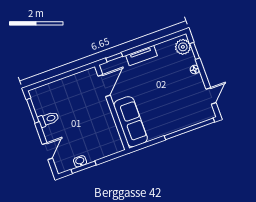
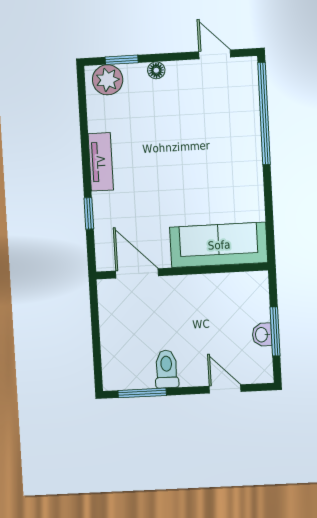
door: (104, 86) -> (137, 273), moved
wall: (112, 107) -> (182, 271), moved
sofa: (131, 122) -> (219, 245), moved

